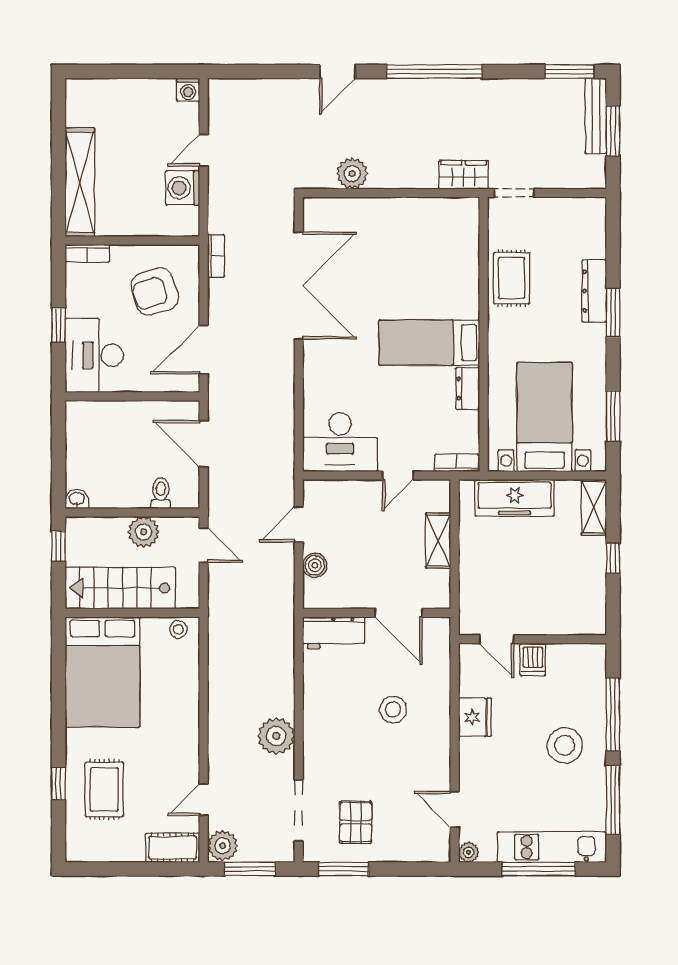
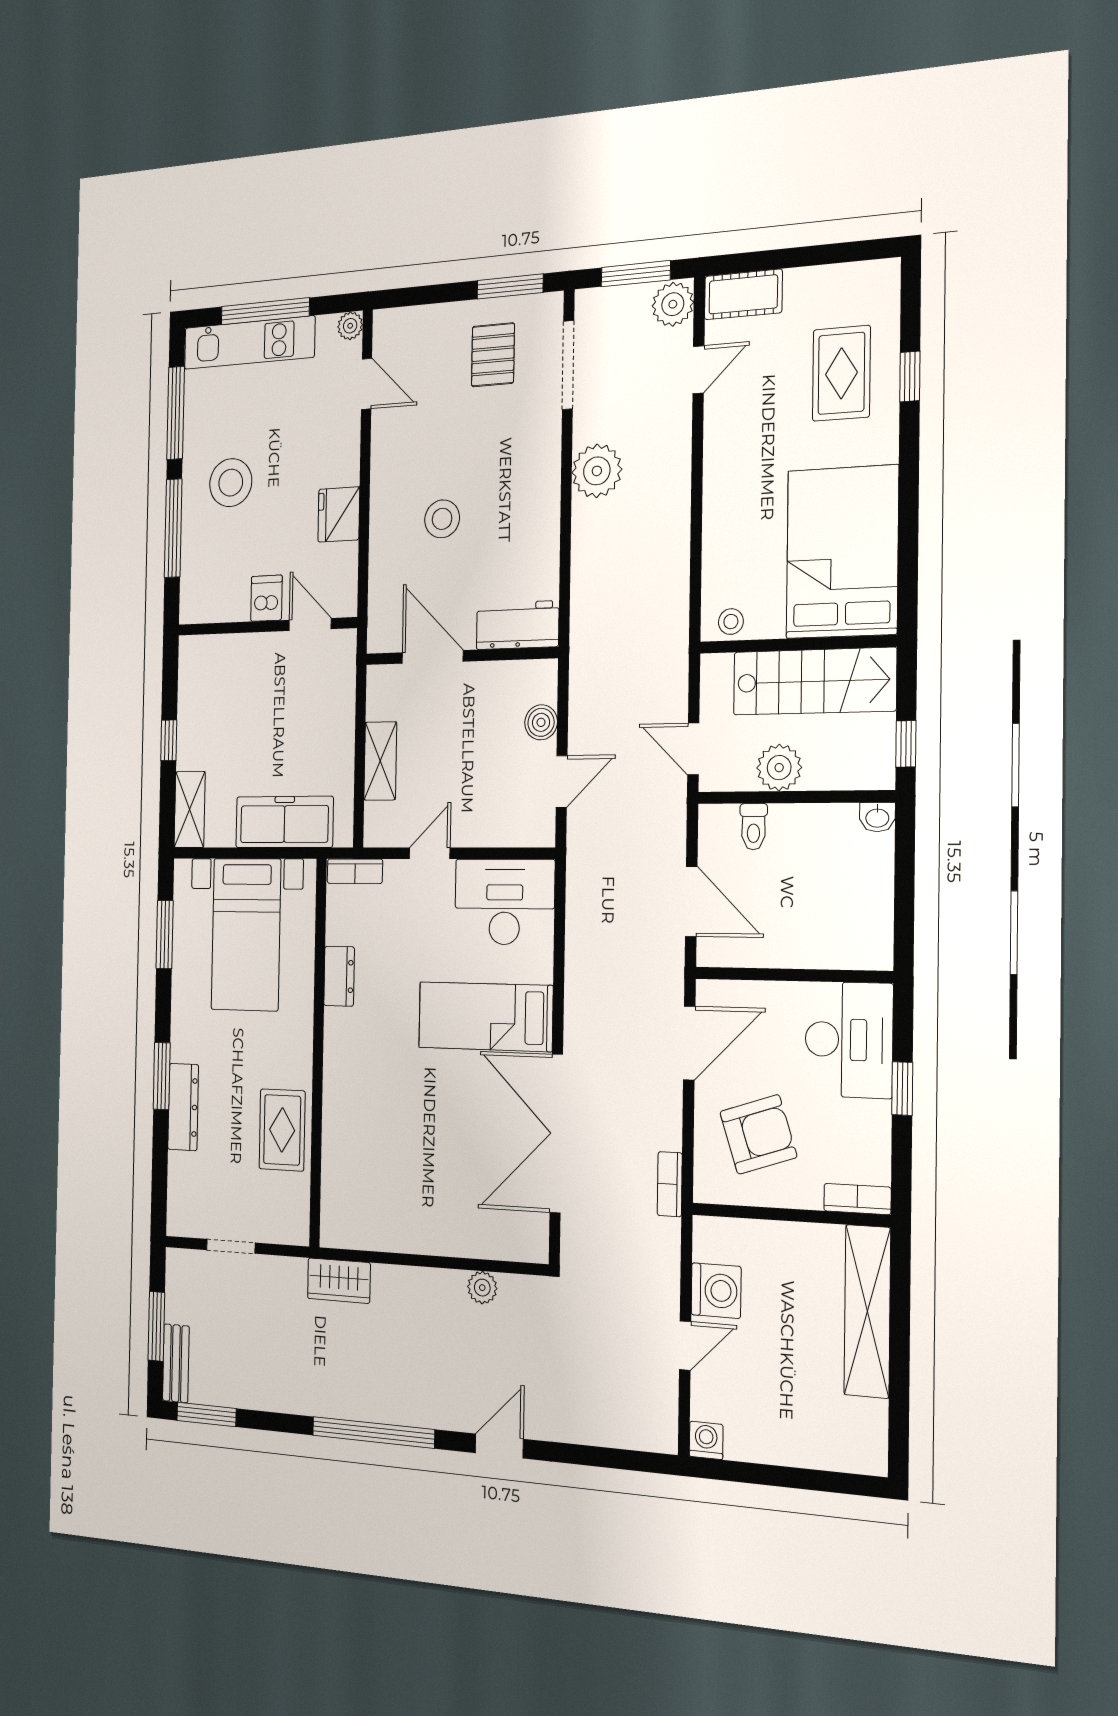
bench: (596, 116) -> (176, 1363), width x0.73
plant: (352, 174) -> (482, 1288), width x0.73, depth x0.73
doorway: (514, 193) -> (231, 1246), moved
bed: (429, 343) -> (485, 1017), moved, turned 180

